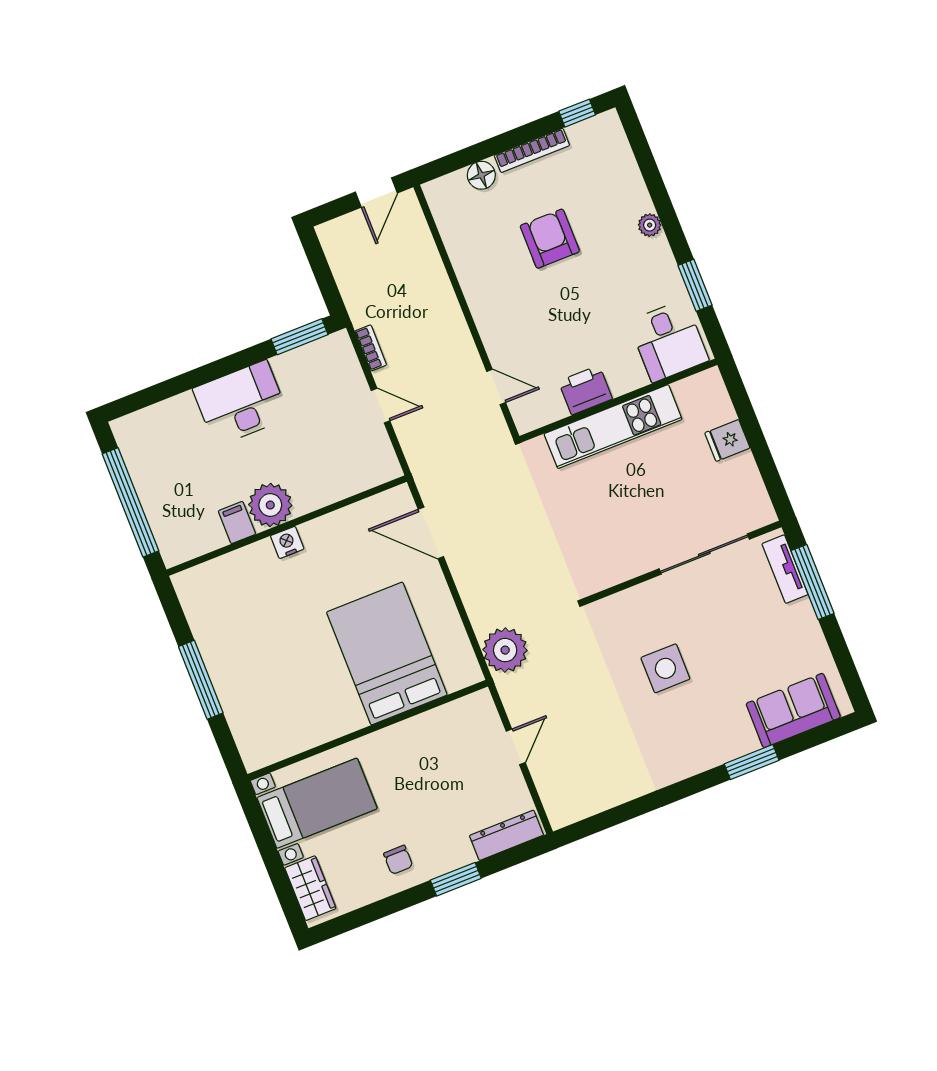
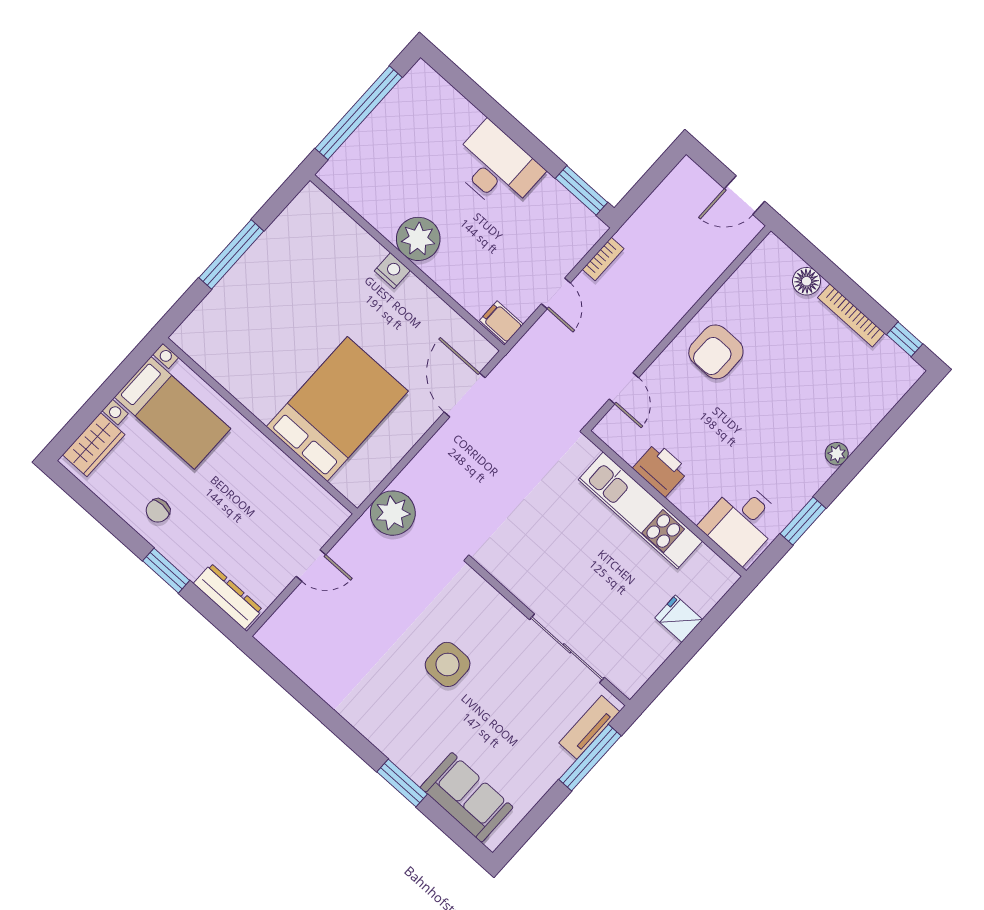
armchair: (550, 239) -> (716, 352), moved, turned 180
filing cabinet: (237, 522) -> (501, 322), moved, turned -90

